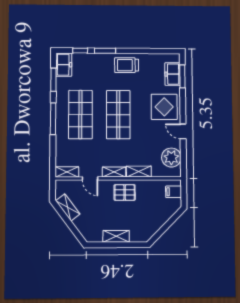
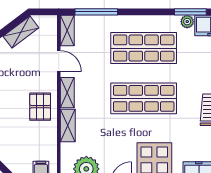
plant: (61, 82) -> (187, 22), added
window: (53, 119) -> (96, 12), moved
door: (90, 178) -> (59, 61), swing flipped

